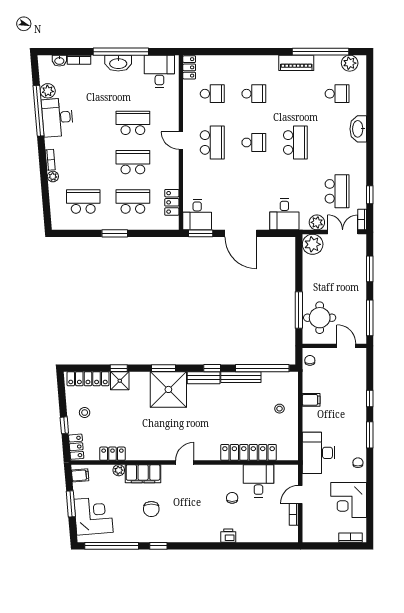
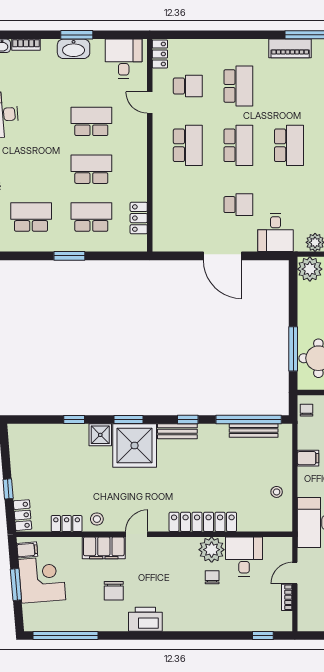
window: (121, 52) -> (77, 35), width x0.47
school desk: (254, 94) -> (238, 86), width x1.85
door: (181, 141) -> (150, 103), moved
school desk: (254, 142) -> (238, 145), width x1.85
school desk: (254, 191) -> (238, 205), added
desk: (197, 215) -> (170, 233), removed
window: (201, 233) -> (174, 256), removed
bench: (241, 377) -> (254, 431), moved
locker: (88, 379) -> (37, 432), removed
shower: (120, 381) -> (100, 435), moved
stool: (279, 409) -> (277, 492), moved
stool: (85, 413) -> (97, 519), moved
locker: (249, 452) -> (203, 522), moved
door: (185, 462) -> (137, 534), moved
plant: (119, 470) -> (212, 550), moved, width x1.88, depth x1.88
corner desk: (94, 516) -> (42, 580), moved
printer: (228, 536) -> (145, 619), moved, width x1.87, depth x1.48
window: (158, 546) -> (263, 635), moved

